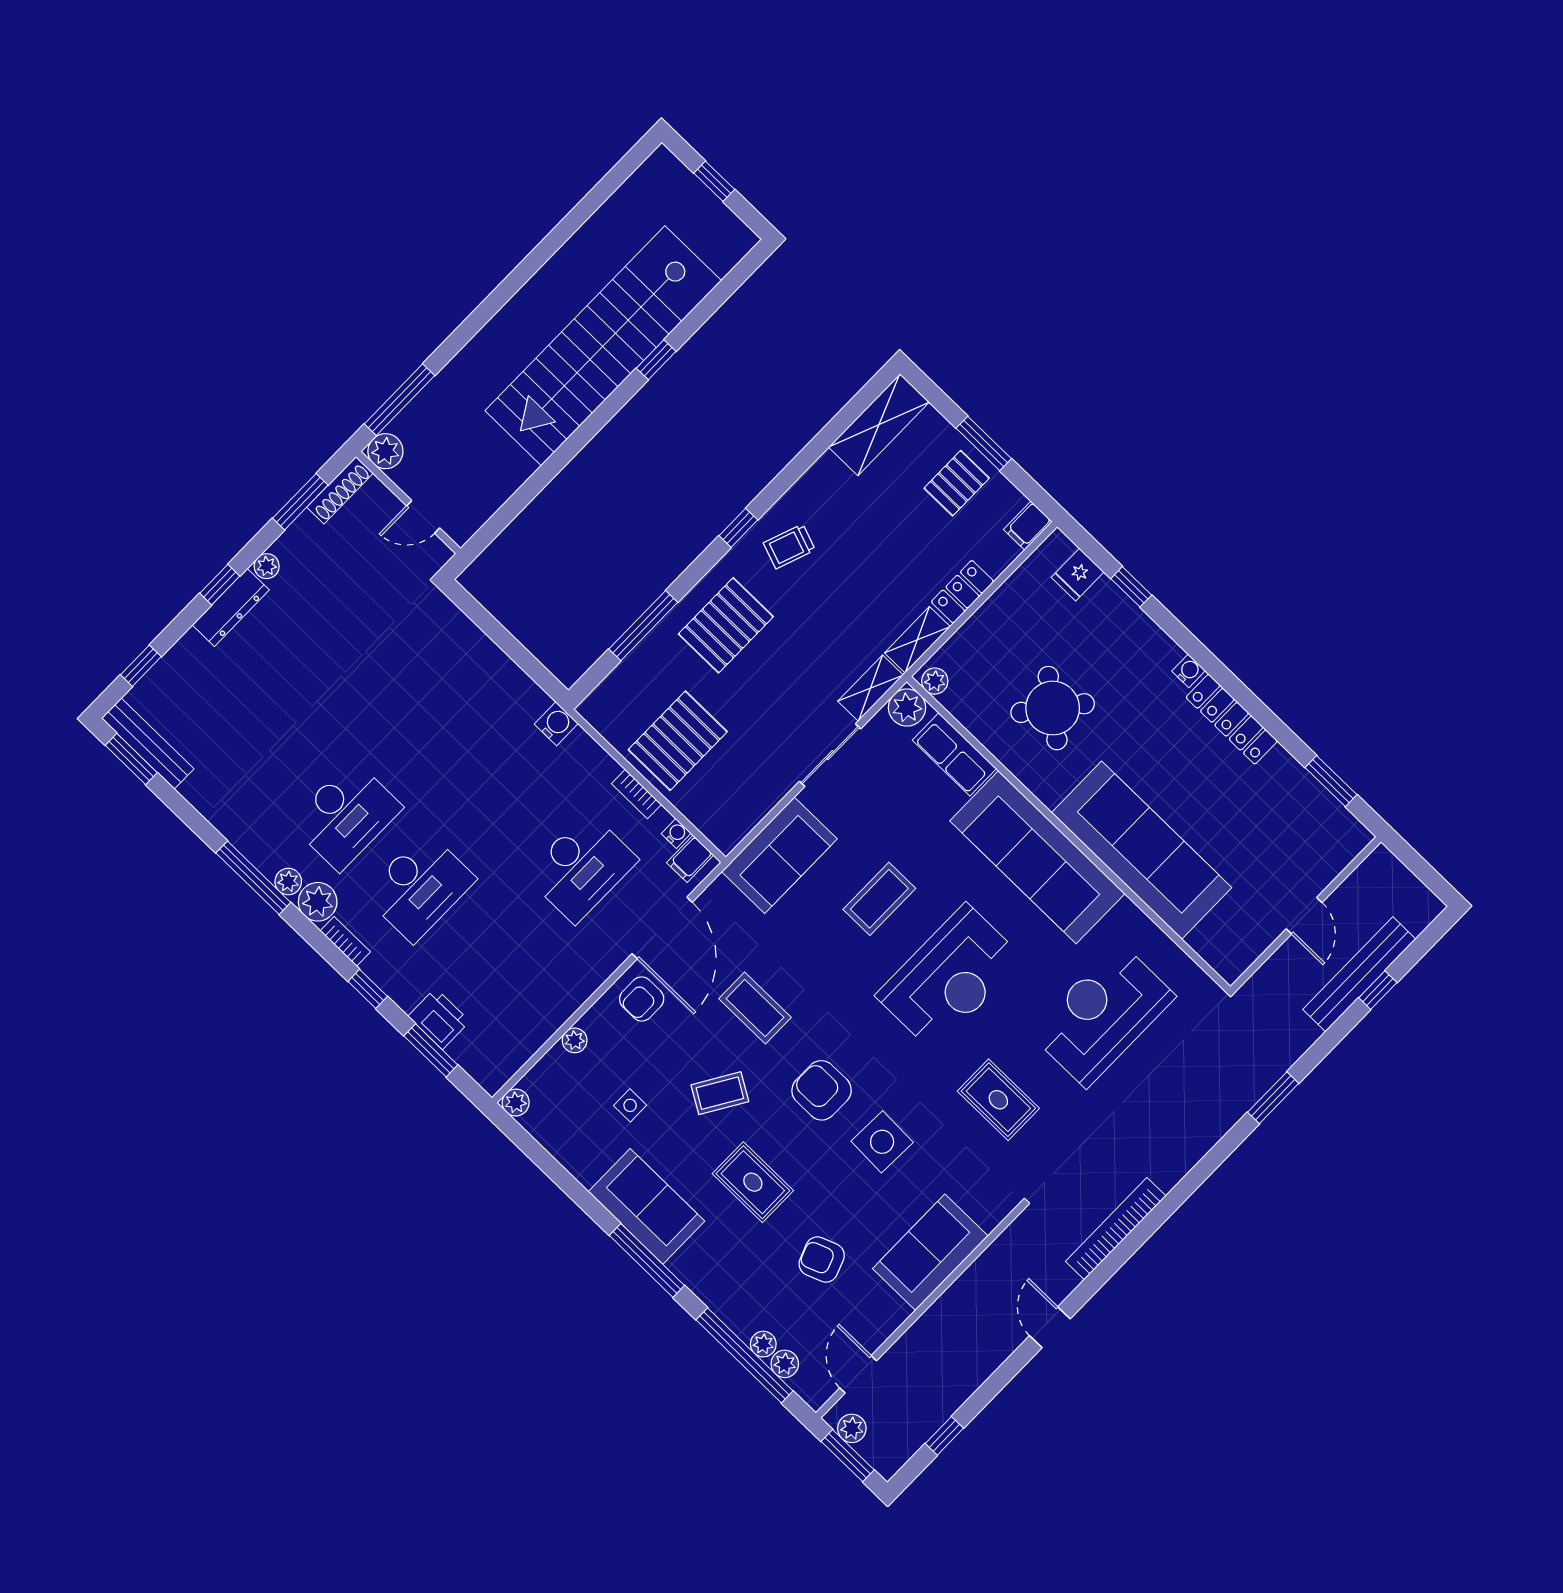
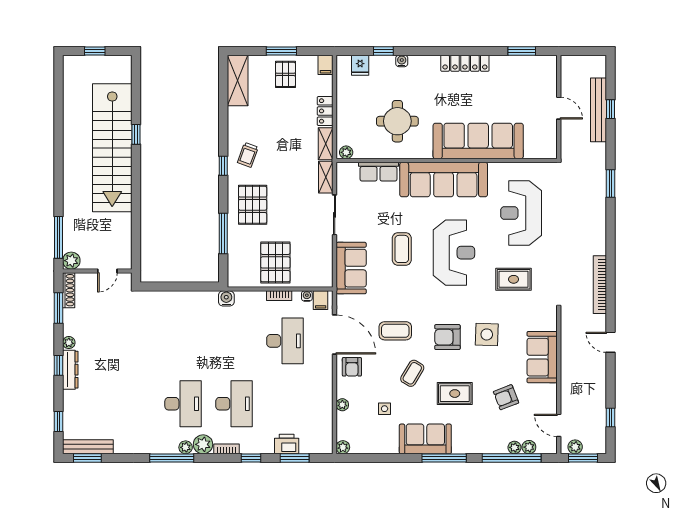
water cooler: (1189, 671) -> (402, 61), moved
plant: (907, 708) -> (345, 171), removed
round table: (1053, 708) -> (397, 121), turned -38

